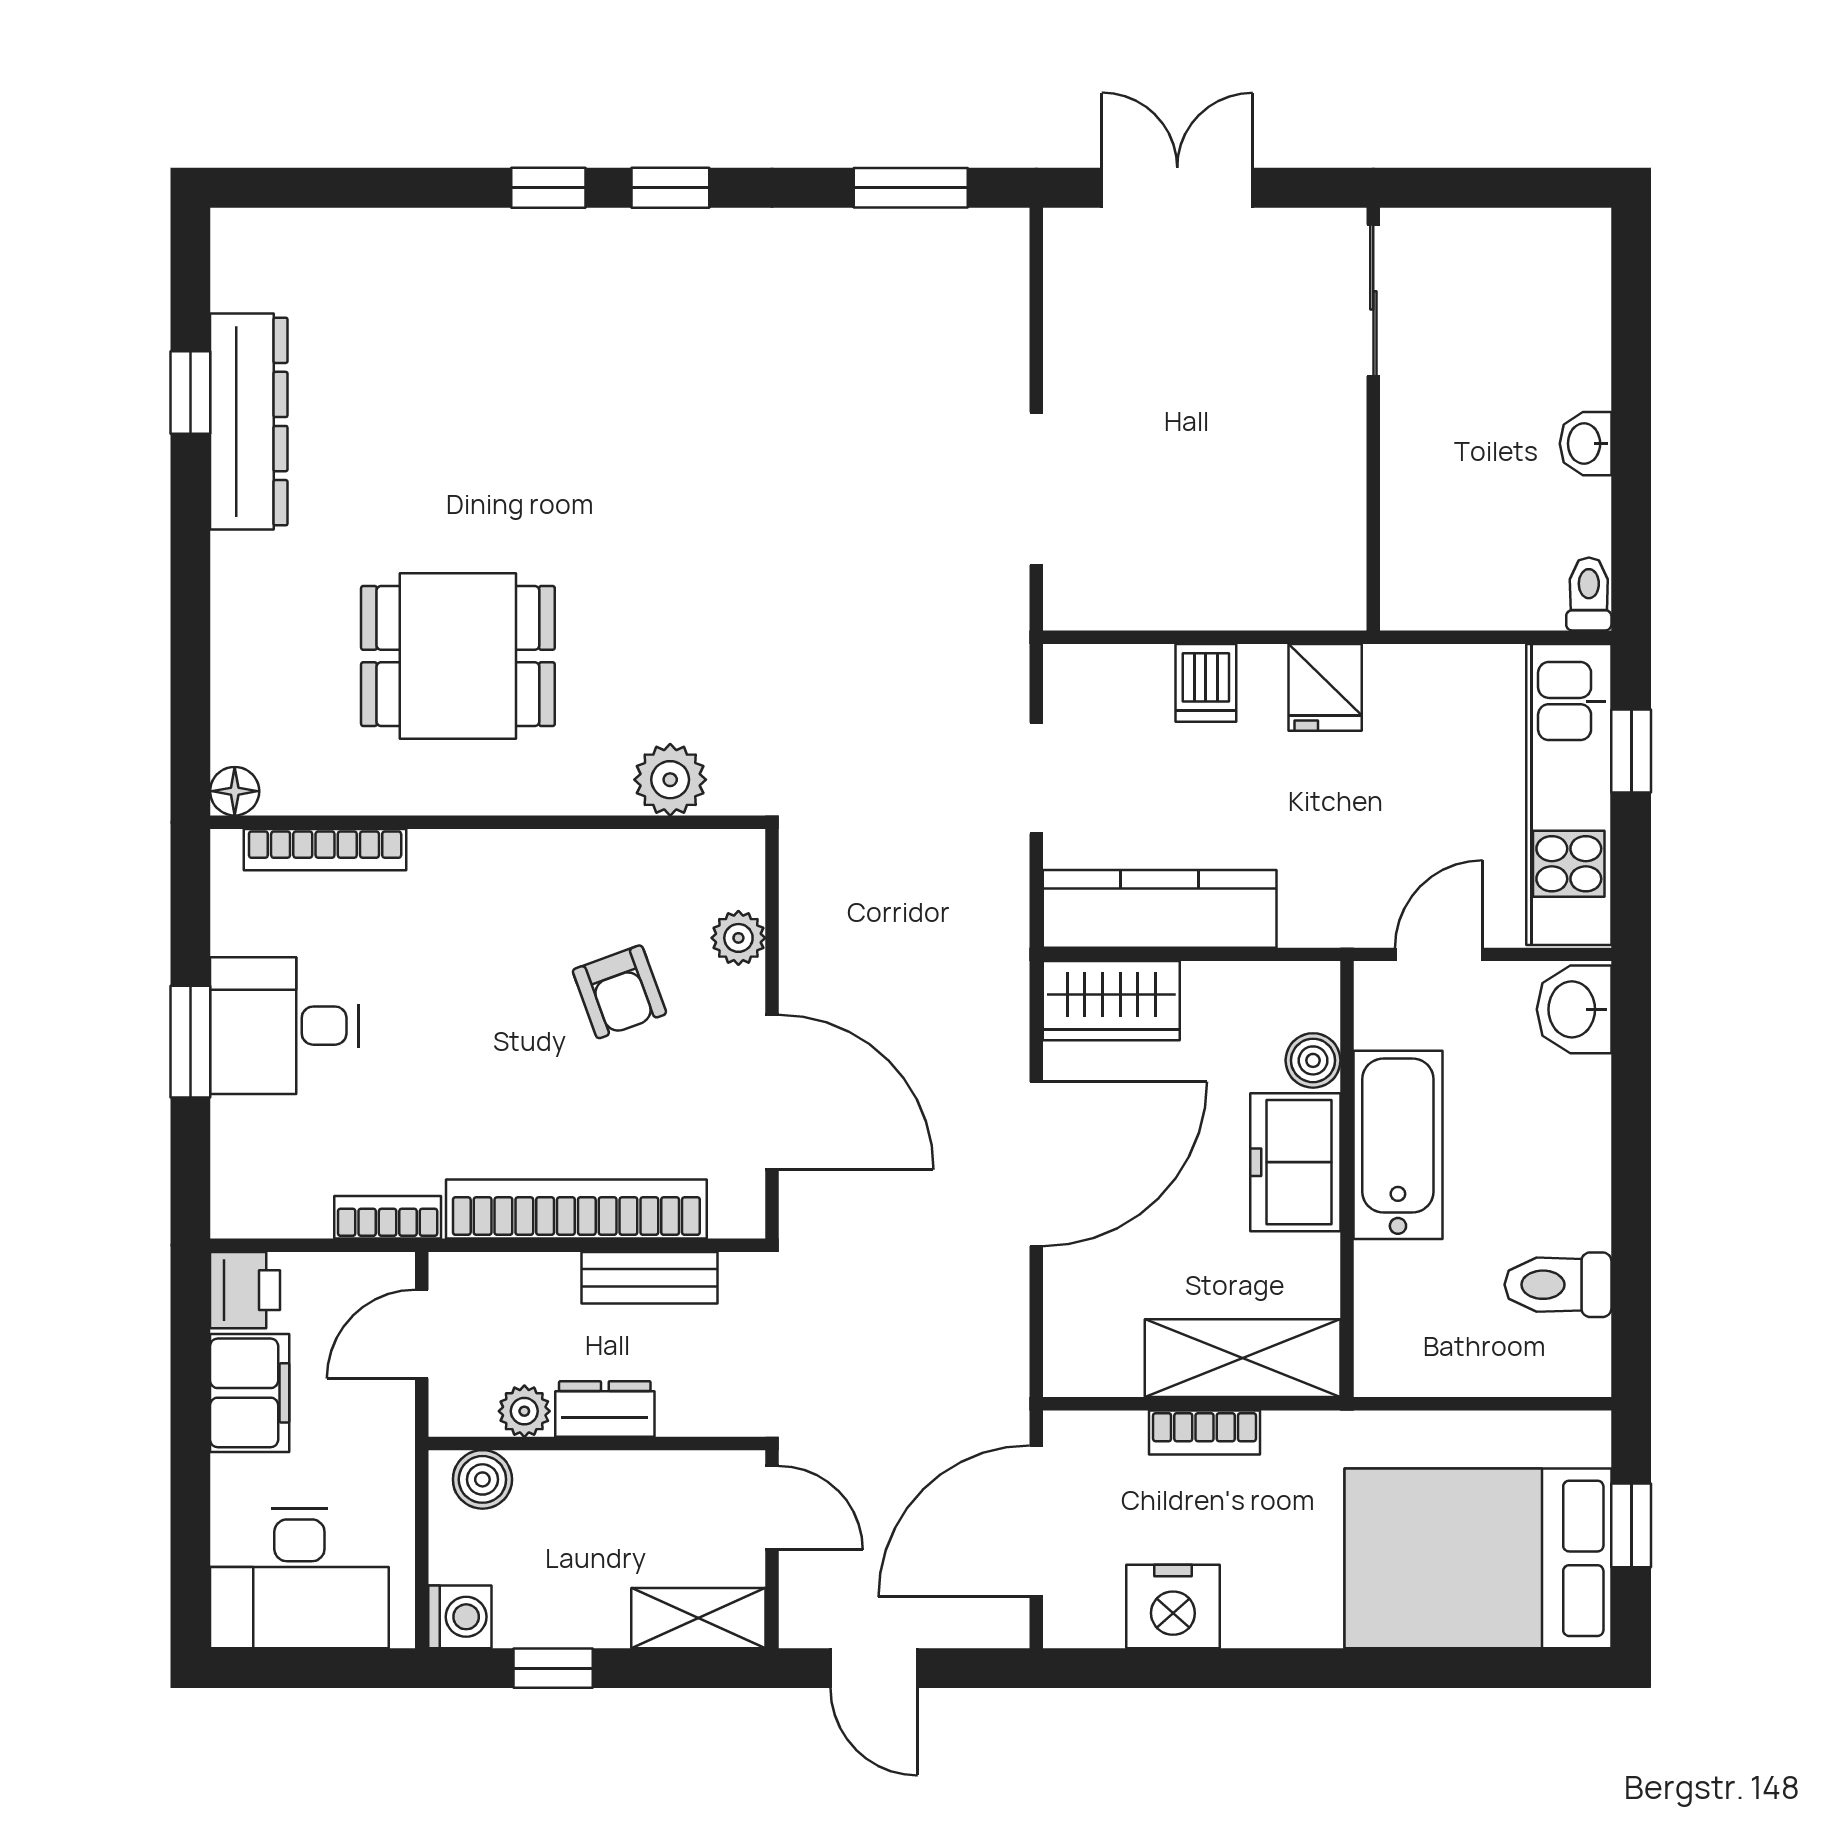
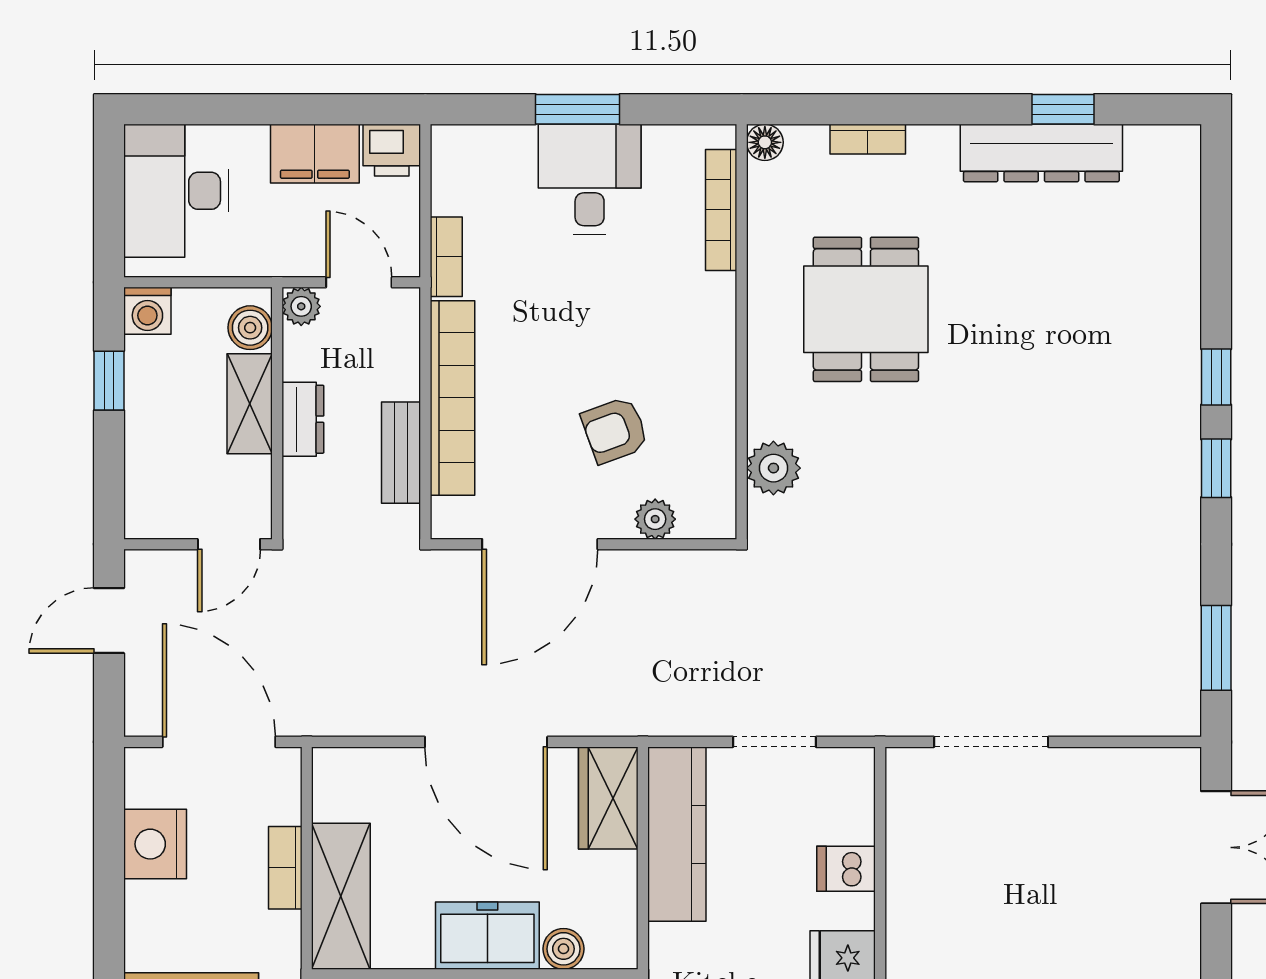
bookcase: (230, 654) -> (868, 139), added
plant: (524, 1411) -> (301, 306), moved
shelving: (698, 1618) -> (250, 404), moved

